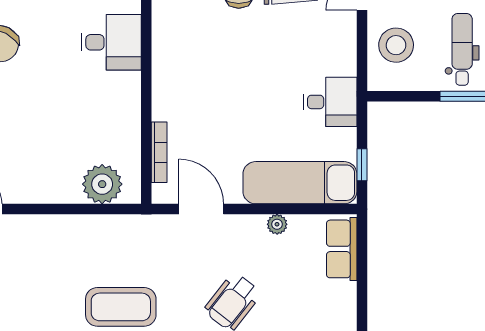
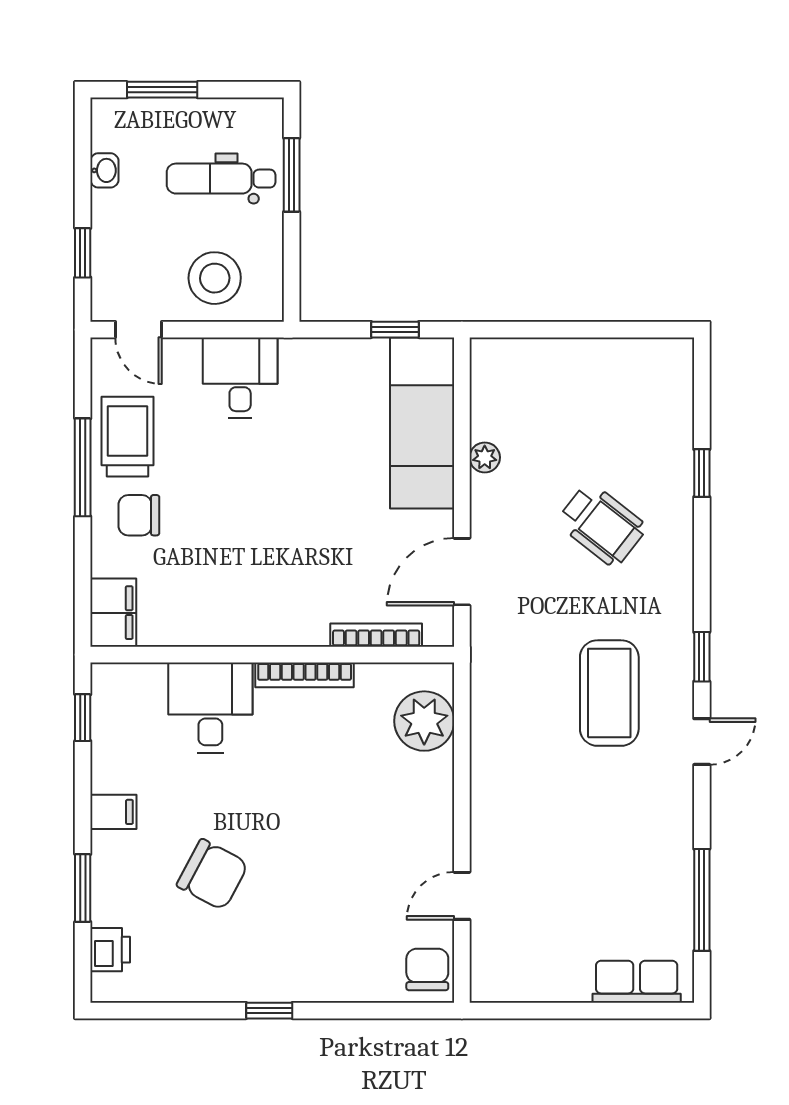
desk: (330, 102) -> (240, 377), moved
bookcase: (133, 105) -> (305, 675), added
row of seats: (342, 249) -> (522, 360), removed

